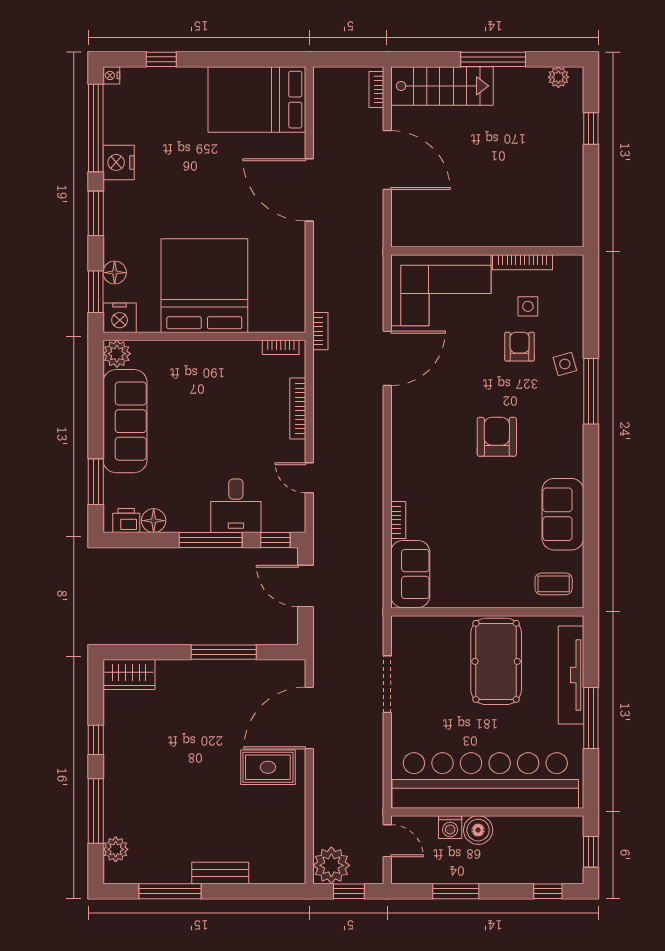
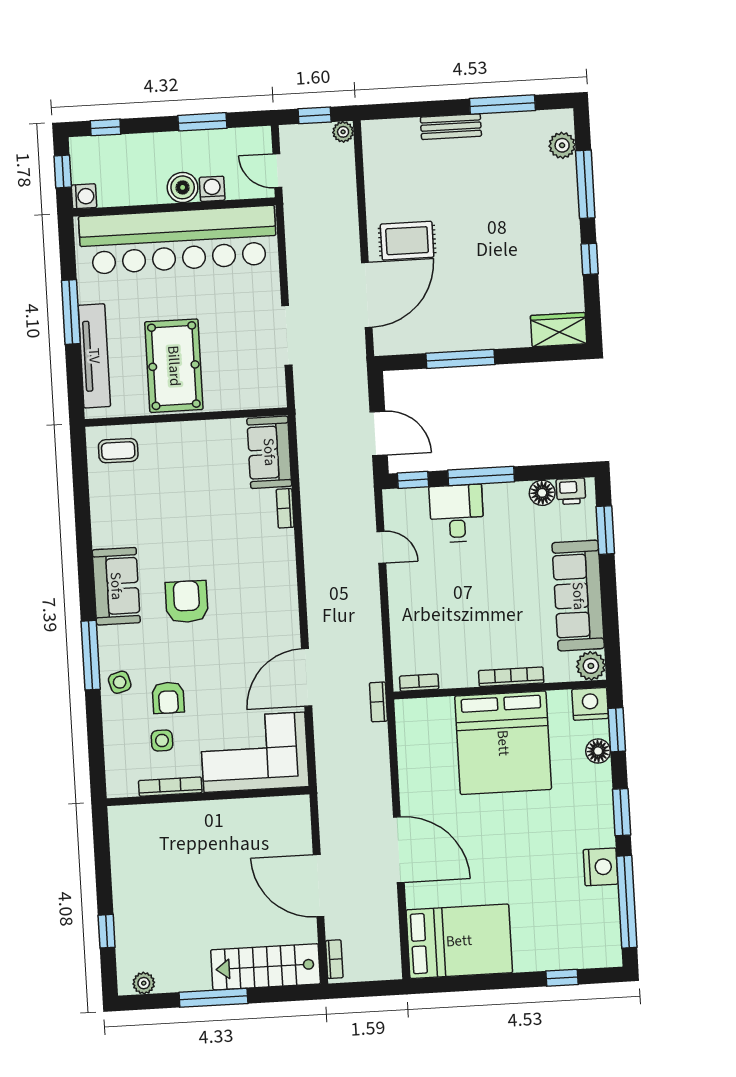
nightstand: (111, 75) -> (614, 958), removed
bookcase: (298, 408) -> (511, 677), moved, turned -90
armchair: (497, 437) -> (187, 602), turned 180
sofa: (563, 514) -> (116, 586), moved
washing machine: (572, 827) -> (84, 196), added
plant: (331, 865) -> (343, 132), width x0.53, depth x0.53

